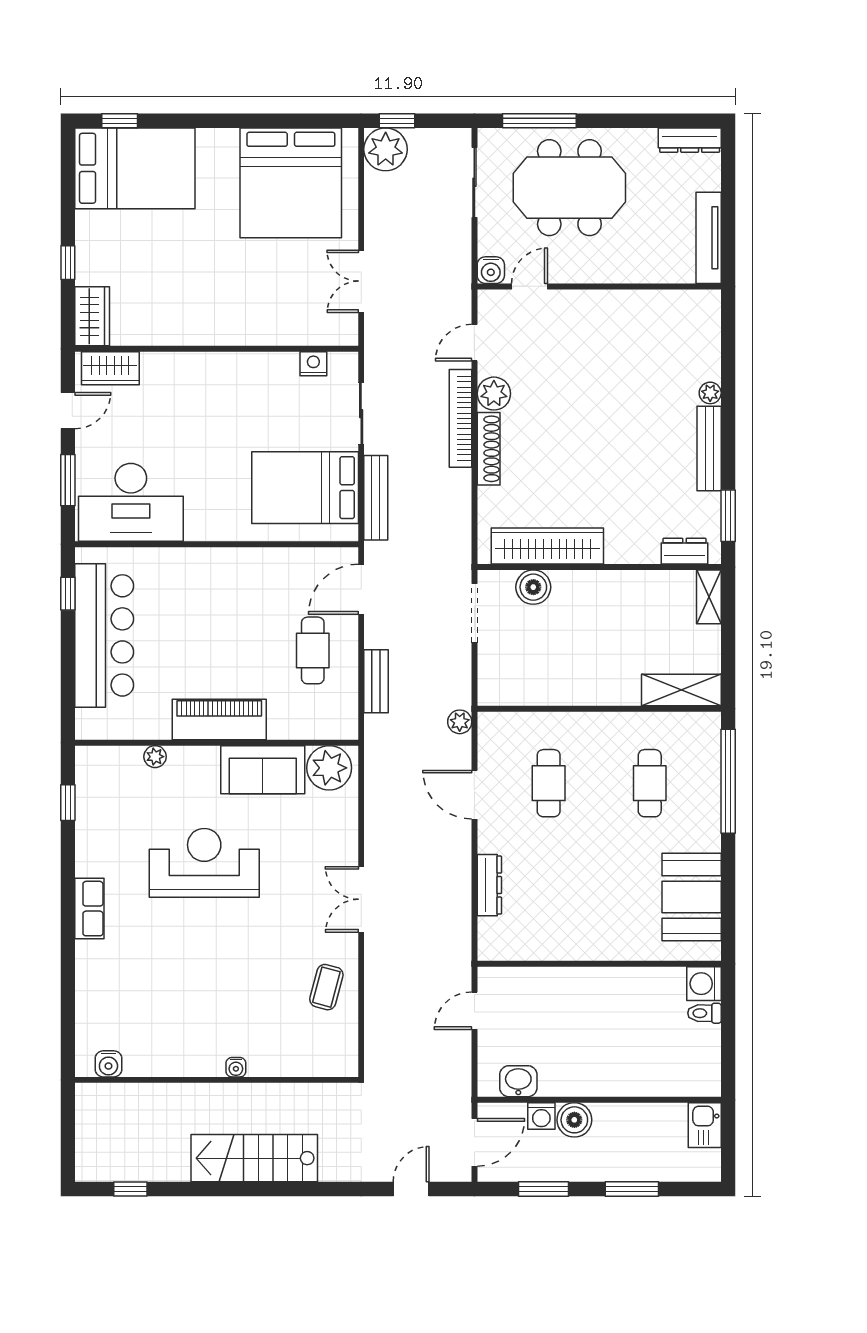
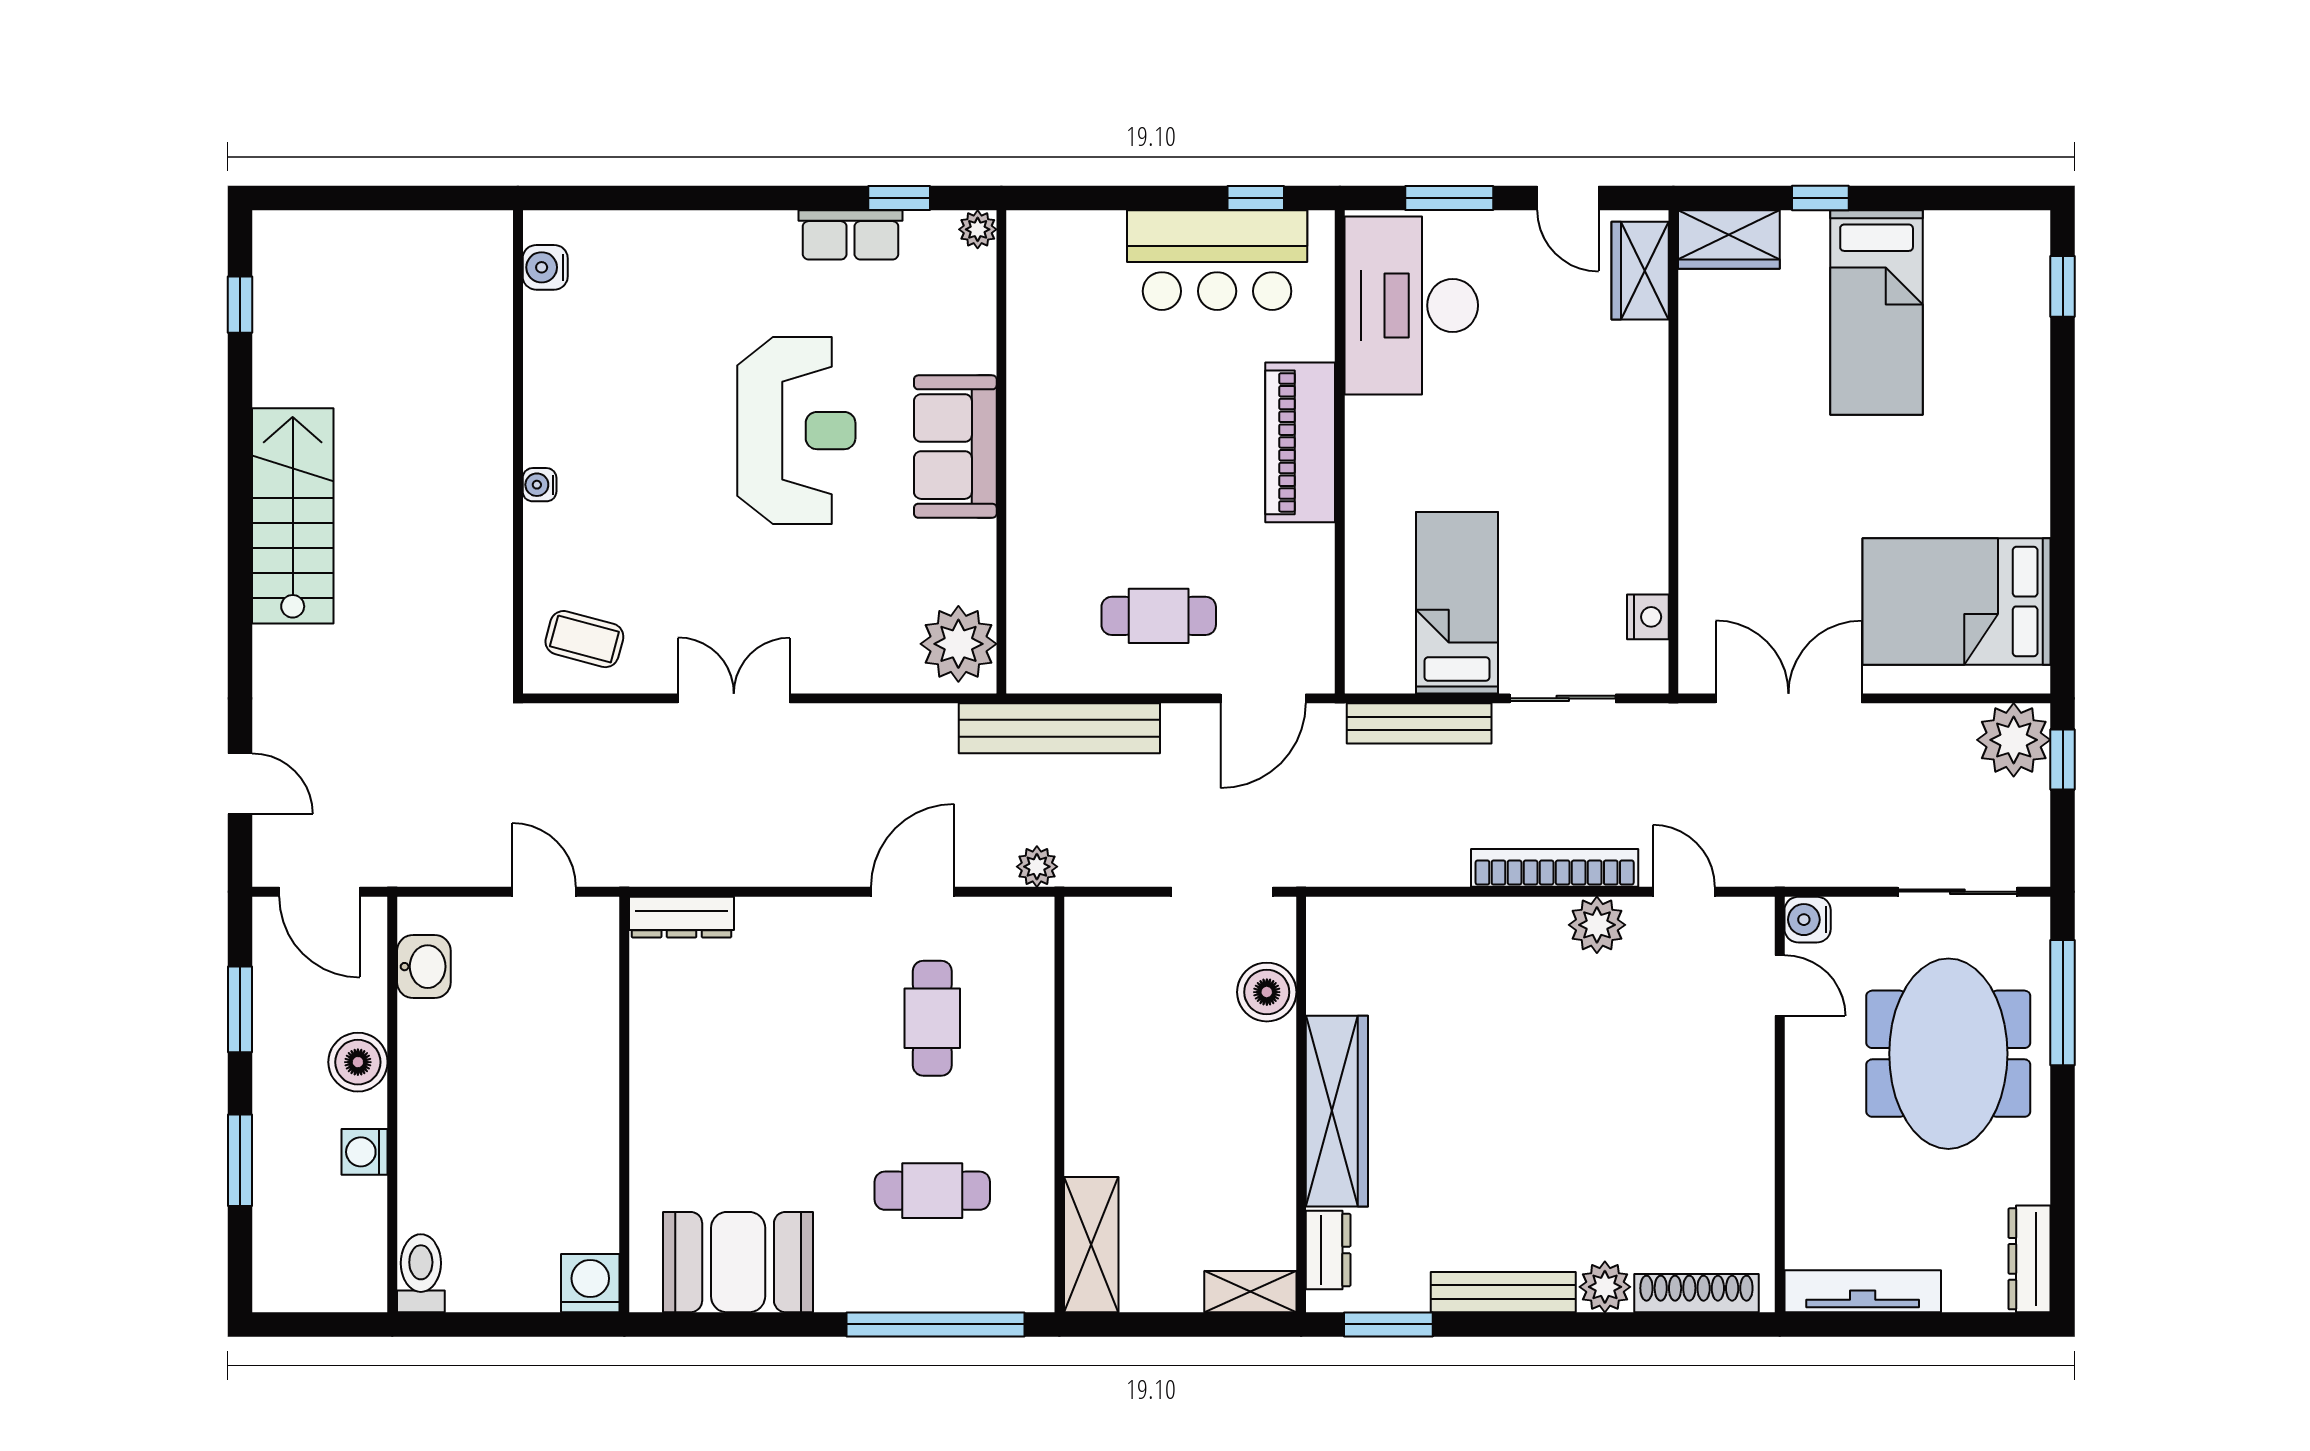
bed: (135, 168) -> (1877, 312), moved, width x0.67
bed: (291, 183) -> (1957, 602), width x0.73
double door: (361, 281) -> (1789, 698), width x1.37
plant: (710, 393) -> (1605, 1287), width x1.38, depth x1.38
shoe rack: (489, 449) -> (1696, 1293), moved, turned 180
bed: (305, 488) -> (1457, 603), width x0.67
wardrobe: (547, 546) -> (1337, 1111), moved
door: (361, 589) -> (1263, 698), swing flipped
bar counter: (104, 635) -> (1217, 260), width x0.73
bench: (376, 681) -> (1059, 728), width x1.86, depth x1.21
piano: (219, 719) -> (1300, 442), moved, turned 180
plant: (155, 757) -> (978, 229), moved
sofa: (263, 770) -> (955, 447), moved
cafe table: (549, 783) -> (932, 1018), turned 90
dresser: (489, 885) -> (682, 917), moved
row of seats: (89, 909) -> (851, 235), moved
toilet: (704, 1013) -> (421, 1273), moved, width x1.37, depth x1.39
water cooler: (108, 1064) -> (545, 267), moved
water cooler: (236, 1067) -> (540, 485), moved
wall: (217, 1080) -> (518, 452), moved
washing machine: (541, 1116) -> (364, 1152), moved
kitchen sink: (705, 1125) -> (349, 1285), removed

